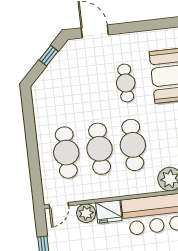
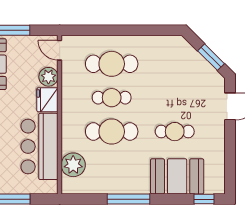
window: (49, 56) -> (211, 57), width x1.50
cafe table: (100, 149) -> (112, 98), width x0.73, depth x0.74

